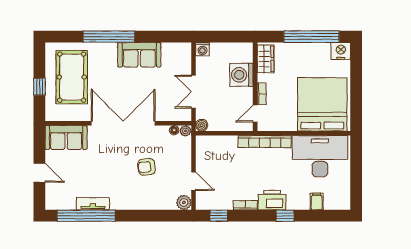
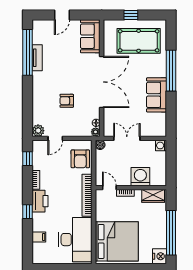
armchair: (219, 150) -> (80, 159), added
armchair: (147, 167) -> (67, 101), turned -84

